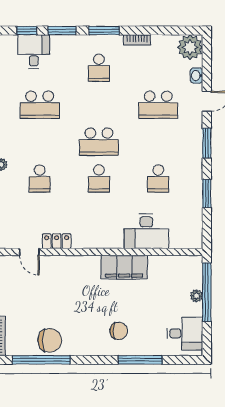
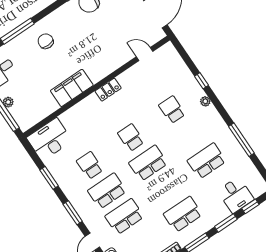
school desk: (99, 68) -> (183, 214), width x1.85
school desk: (158, 142) -> (107, 191), added
desk: (146, 231) -> (49, 139), moved
locker: (57, 241) -> (108, 90), moved
chair: (119, 331) -> (46, 41), turned 90

